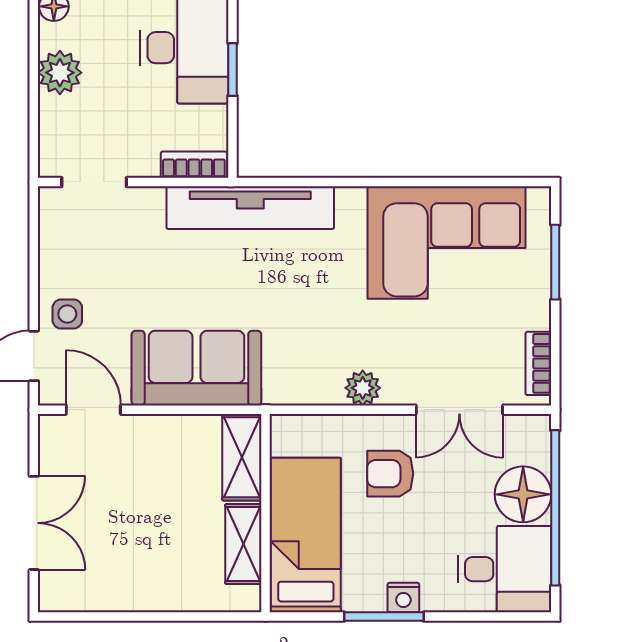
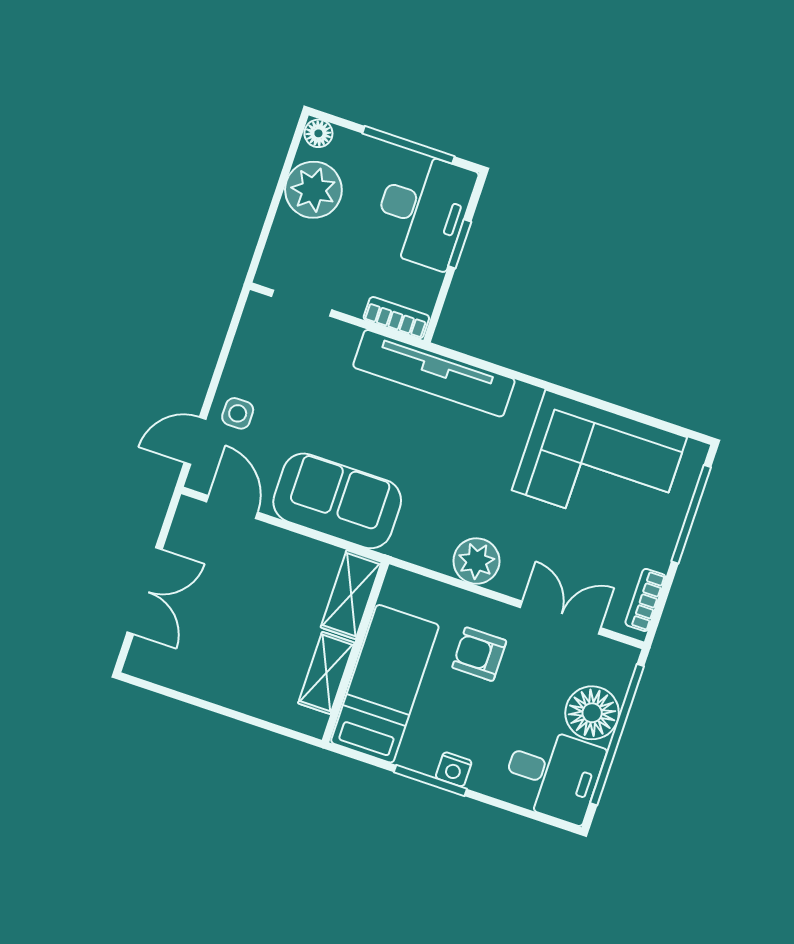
plant: (60, 73) -> (313, 190), width x1.36, depth x1.36
window: (555, 262) -> (691, 514), width x1.44
plant: (363, 388) -> (476, 561), width x1.38, depth x1.38
double door: (459, 410) -> (561, 618), swing flipped

